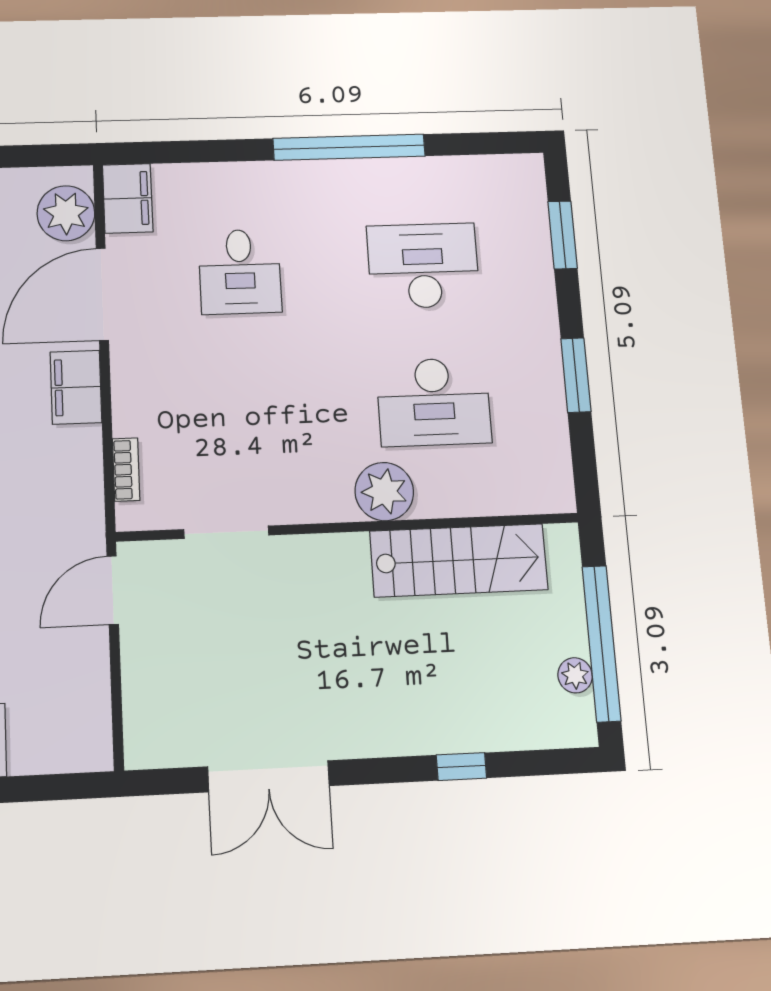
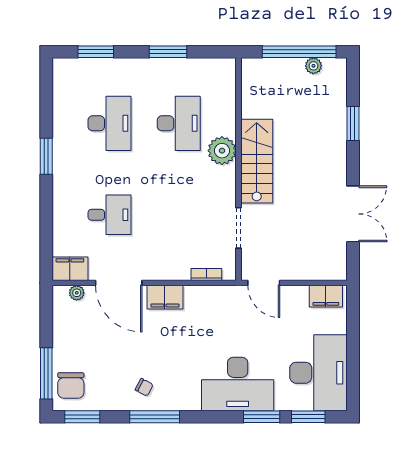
window: (349, 147) -> (46, 156), width x0.47
plant: (66, 213) -> (77, 293), width x0.53, depth x0.53
desk: (423, 266) -> (110, 123), turned 180
stairs: (459, 560) -> (257, 161), moved
filing cabinet: (89, 726) -> (326, 296), added
window: (461, 767) -> (353, 123), width x1.50

